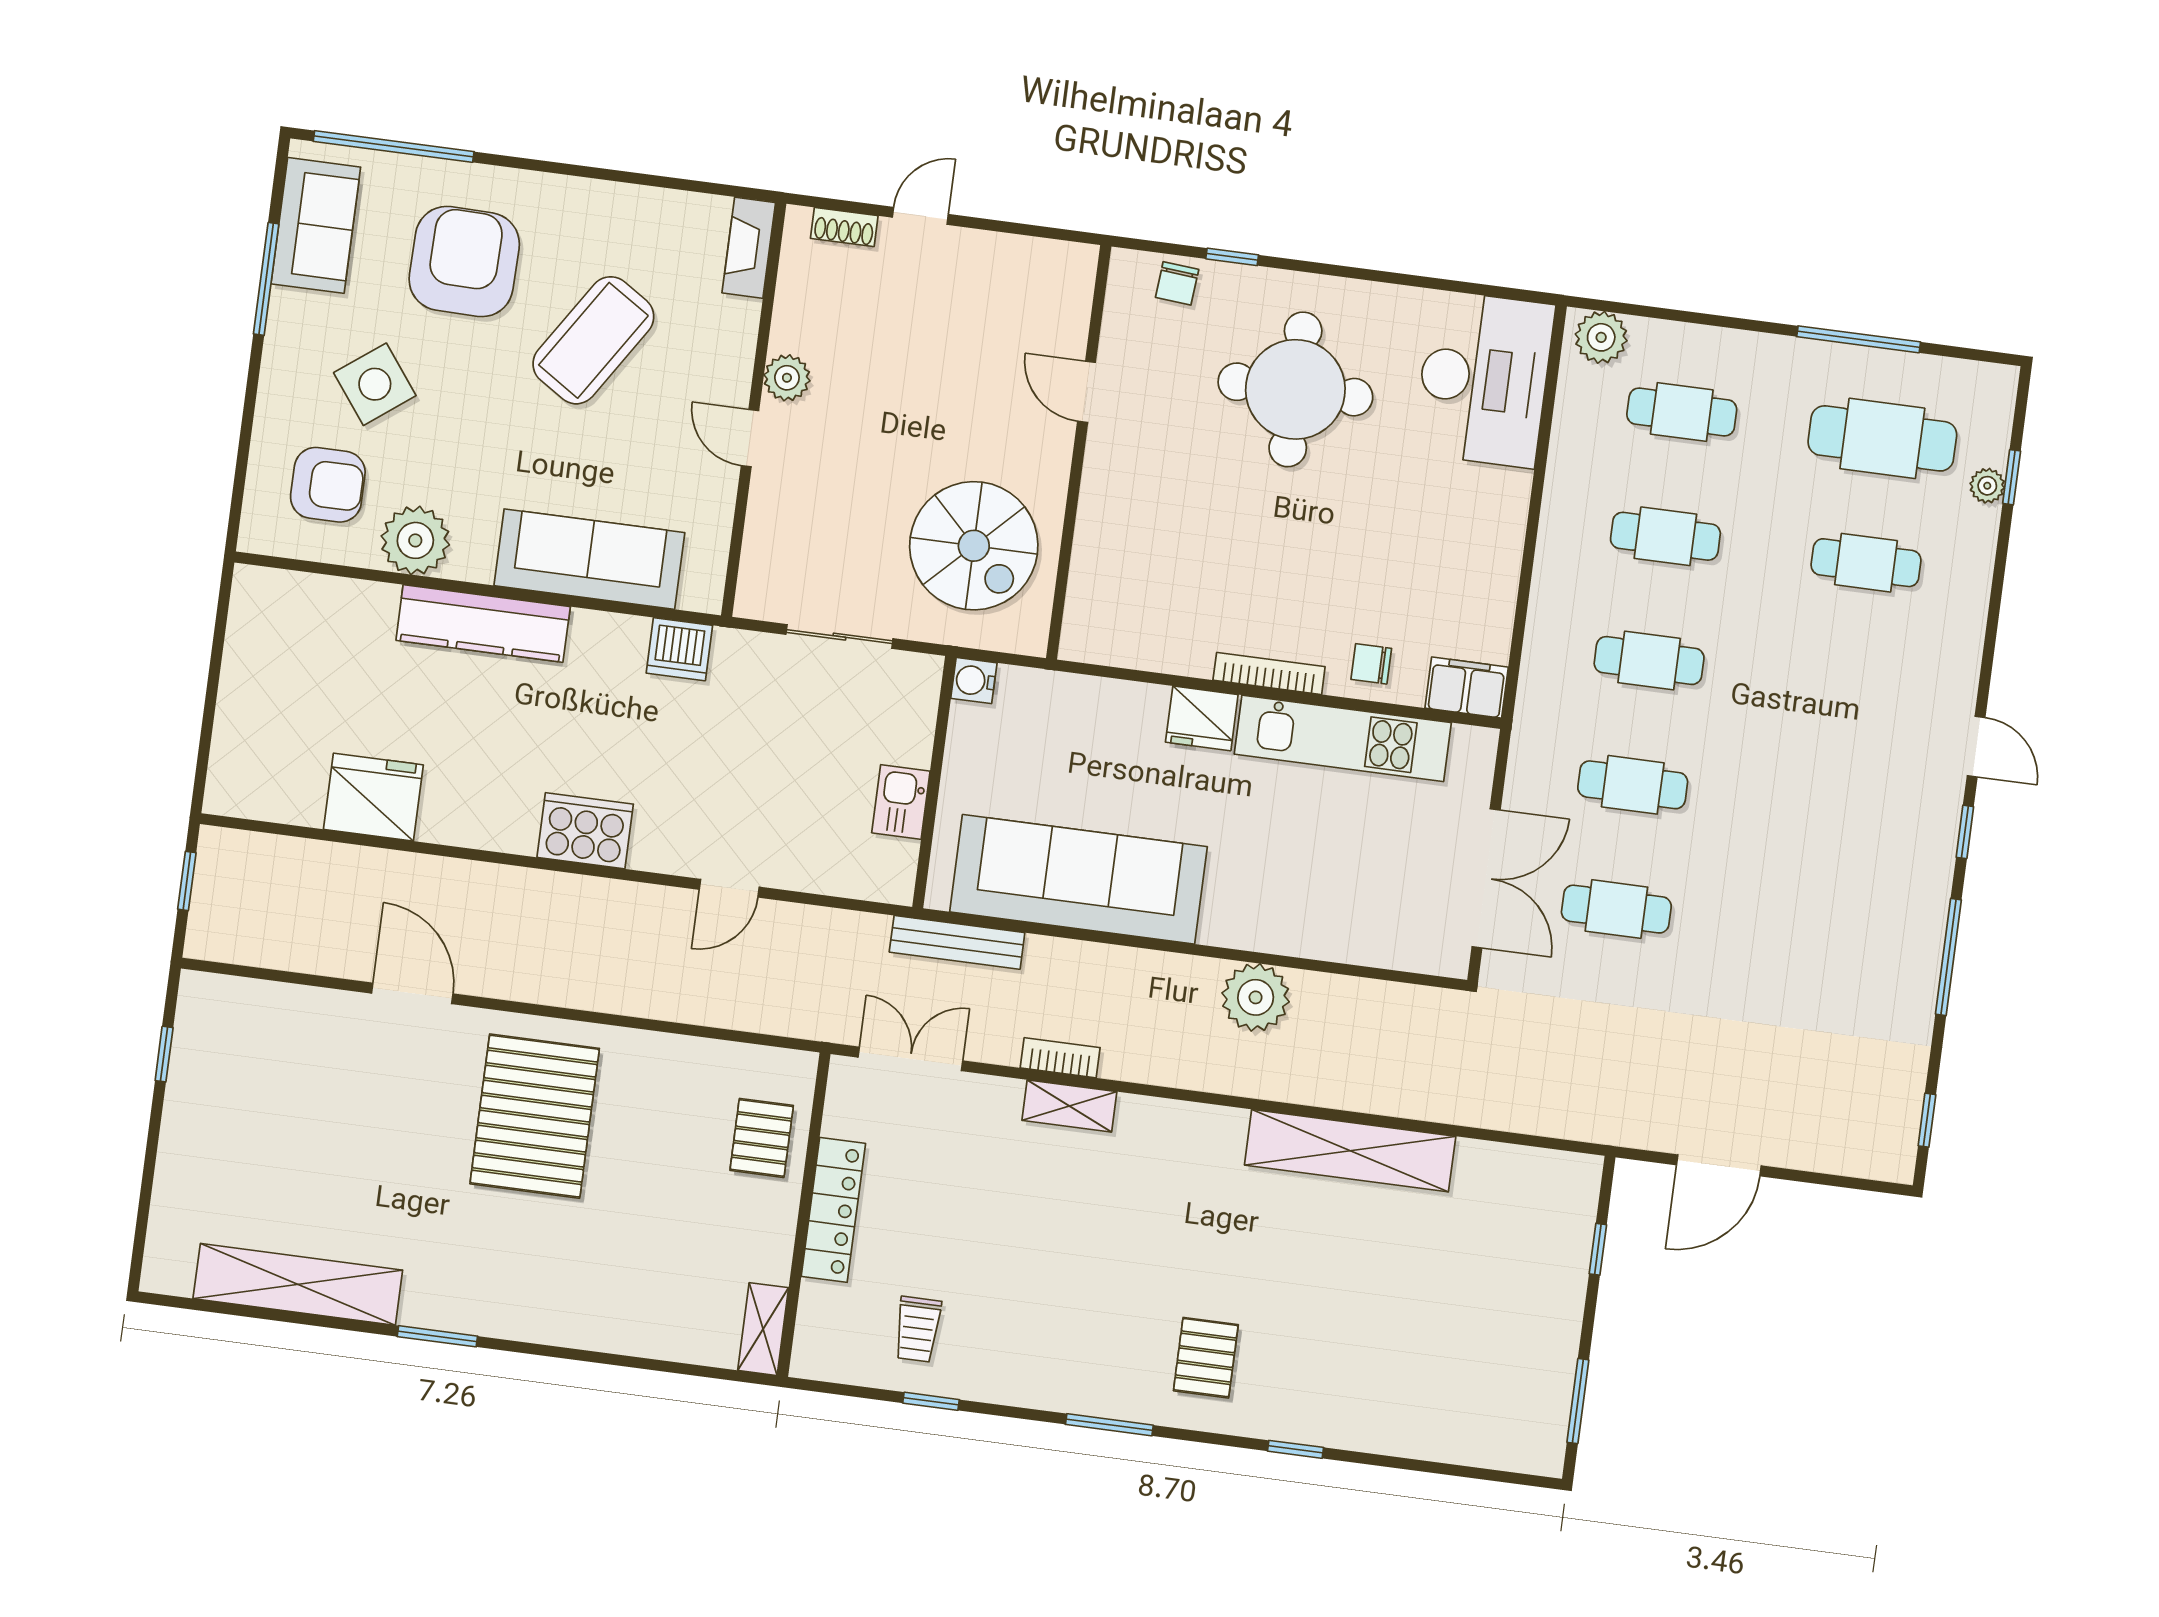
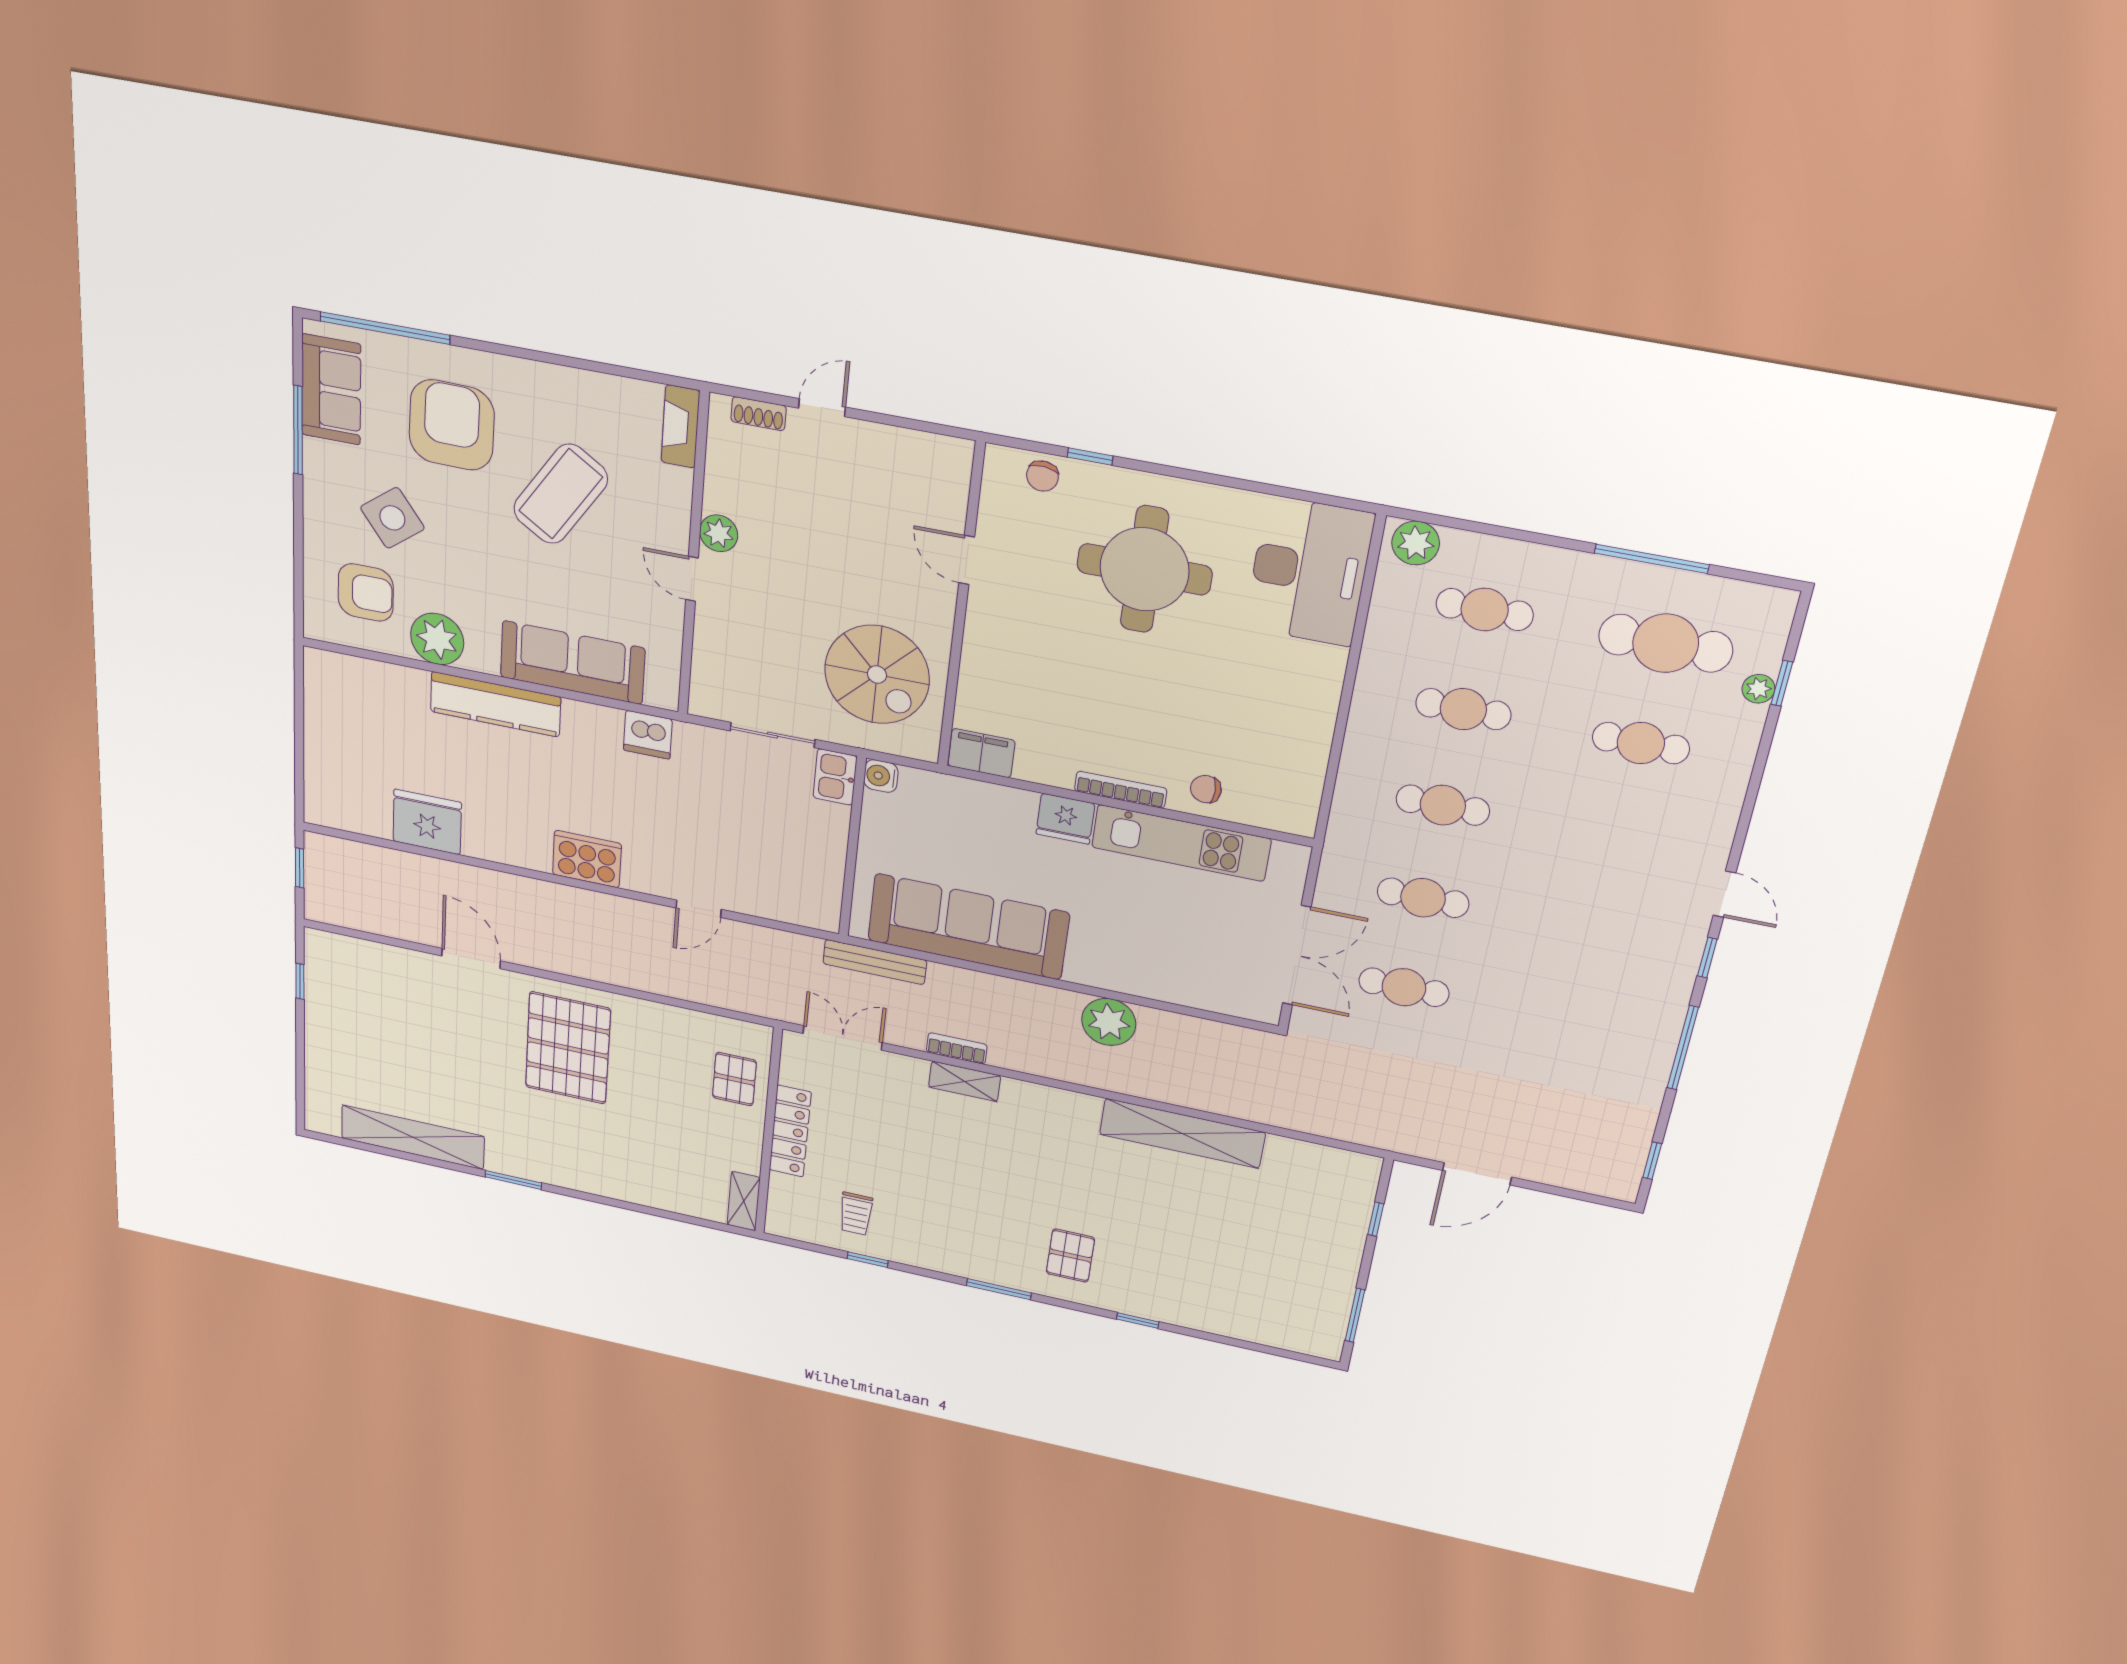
filing cabinet: (1467, 688) -> (981, 753), moved
kitchen sink: (901, 802) -> (835, 777), moved

